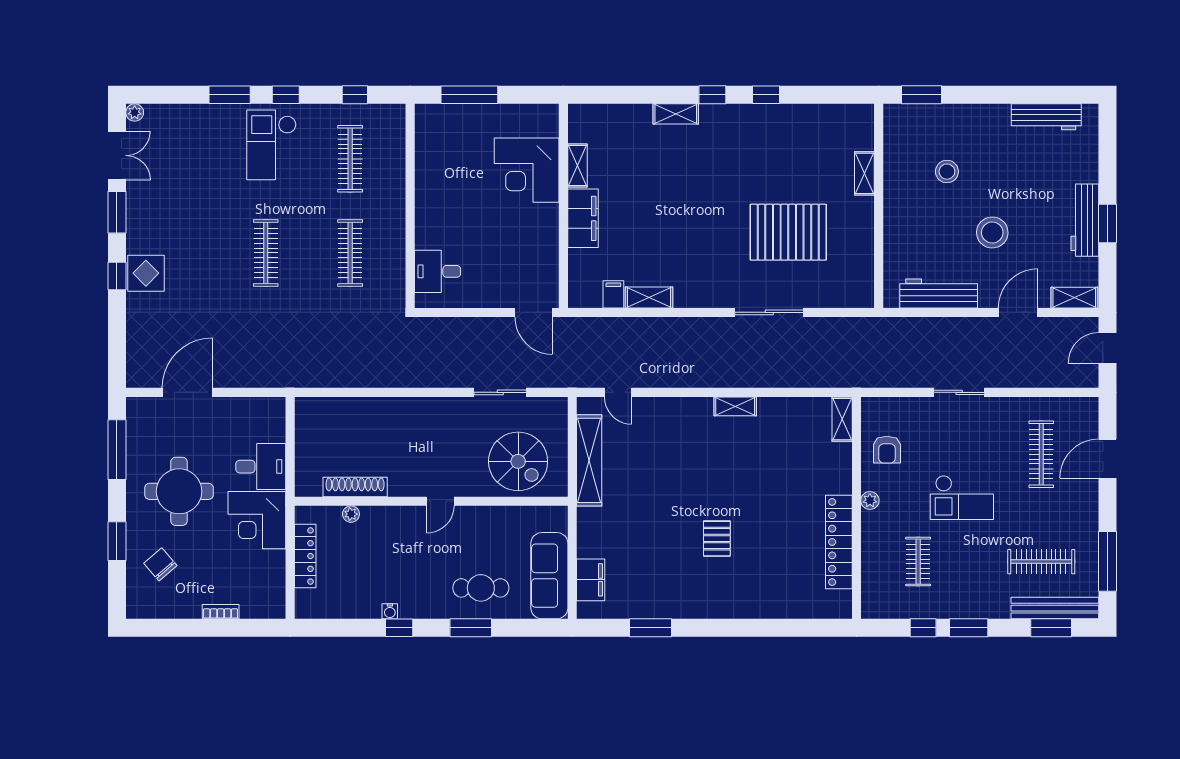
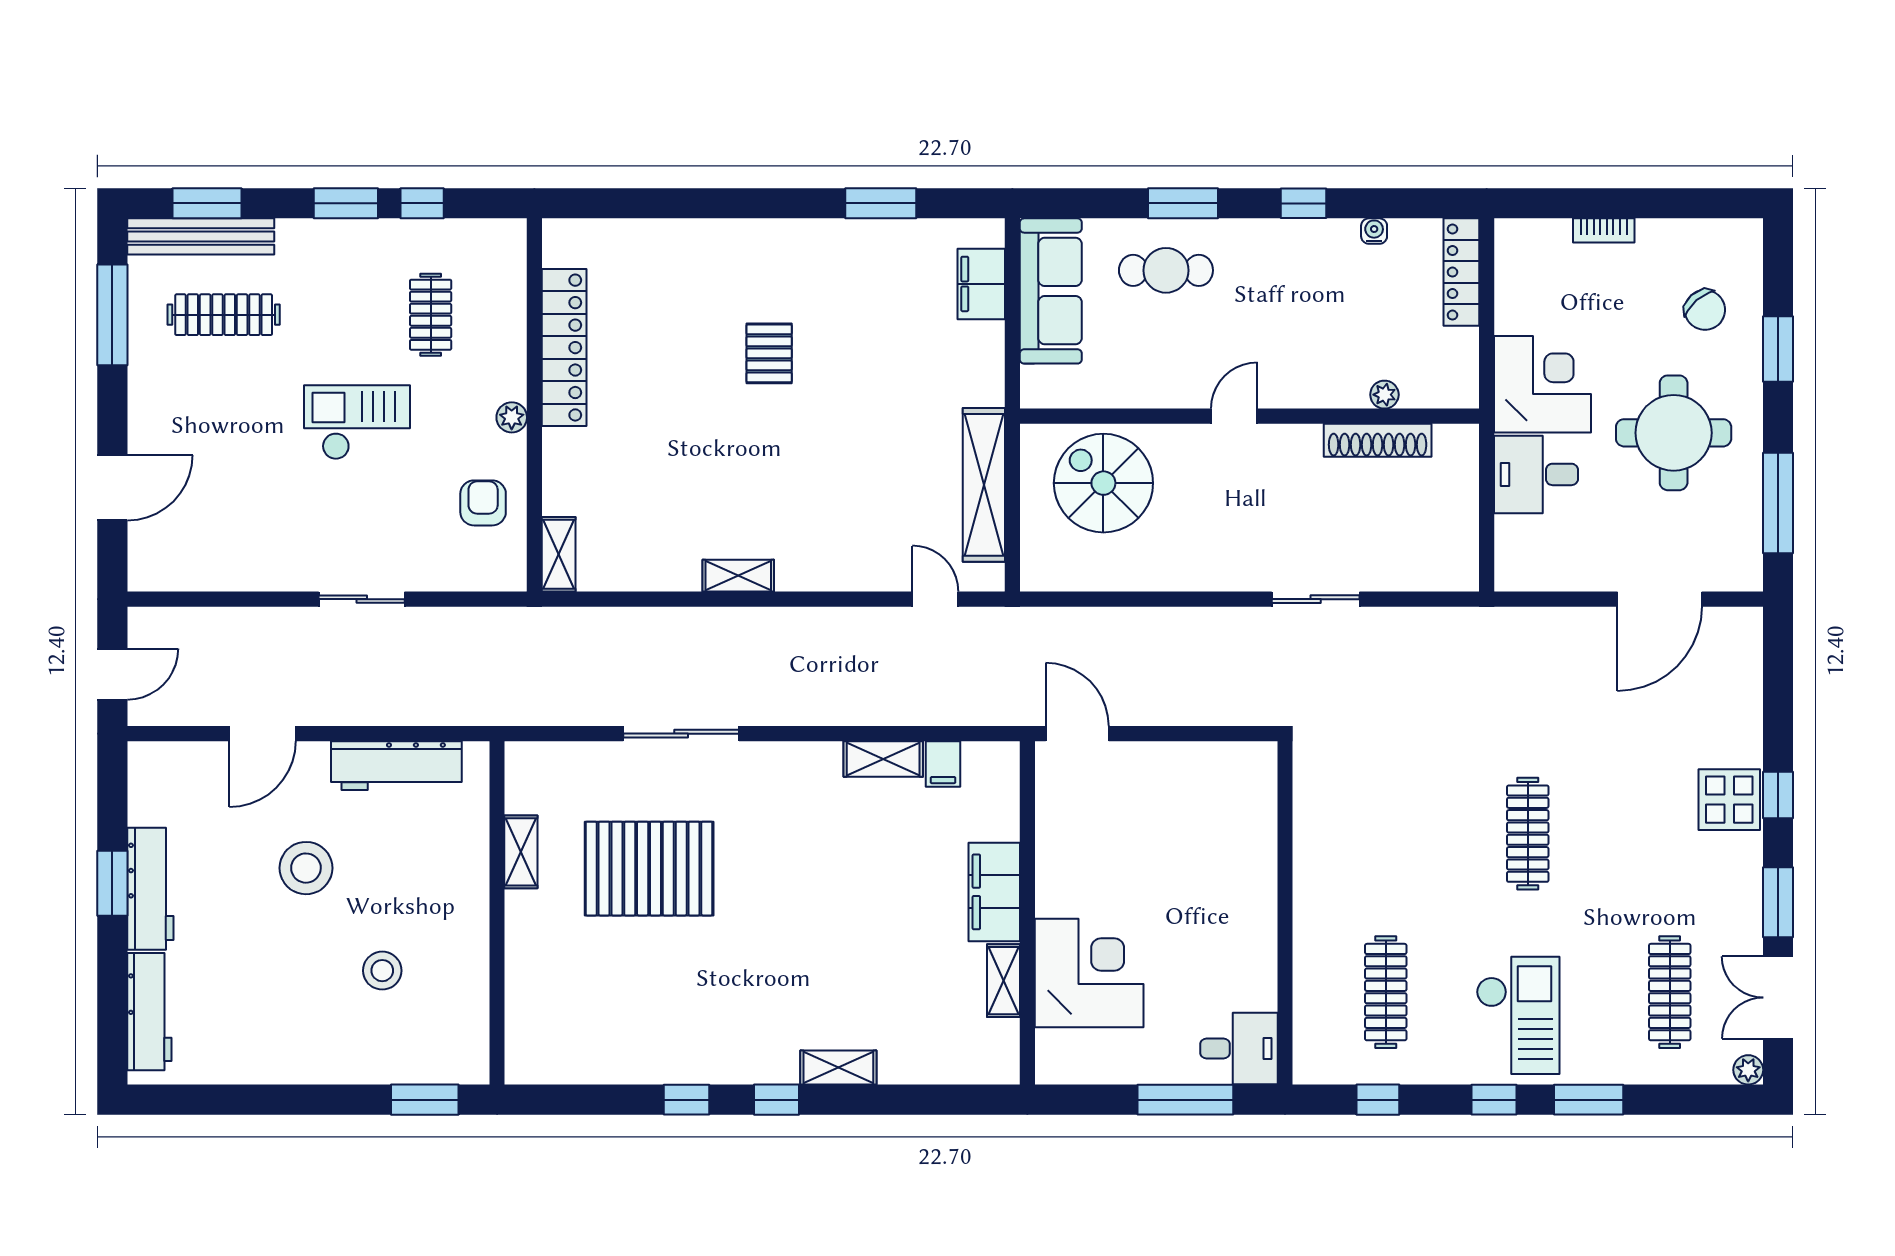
workbench: (1046, 117) -> (149, 1012), moved, turned 90
shelving: (864, 173) -> (521, 852), moved
clothes rail: (350, 253) -> (1670, 992), moved
desk: (437, 271) -> (1239, 1049), moved
shelving: (1074, 298) -> (168, 759), removed
sliding door: (500, 392) -> (1316, 599), moved
clothes rail: (1041, 454) -> (224, 495), removed
locker: (305, 556) -> (1461, 272), moved
water cooler: (390, 611) -> (1374, 231), moved

